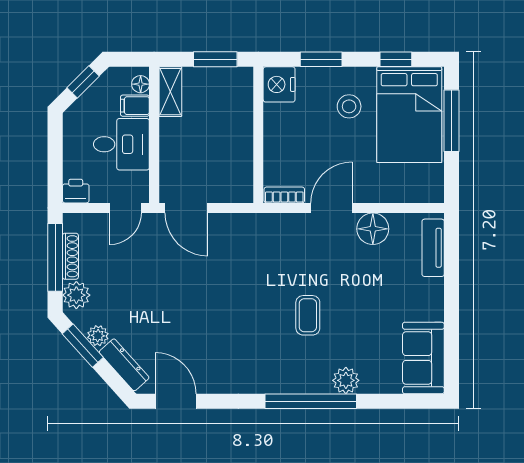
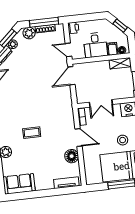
double door: (258, 147) -> (101, 103), added

